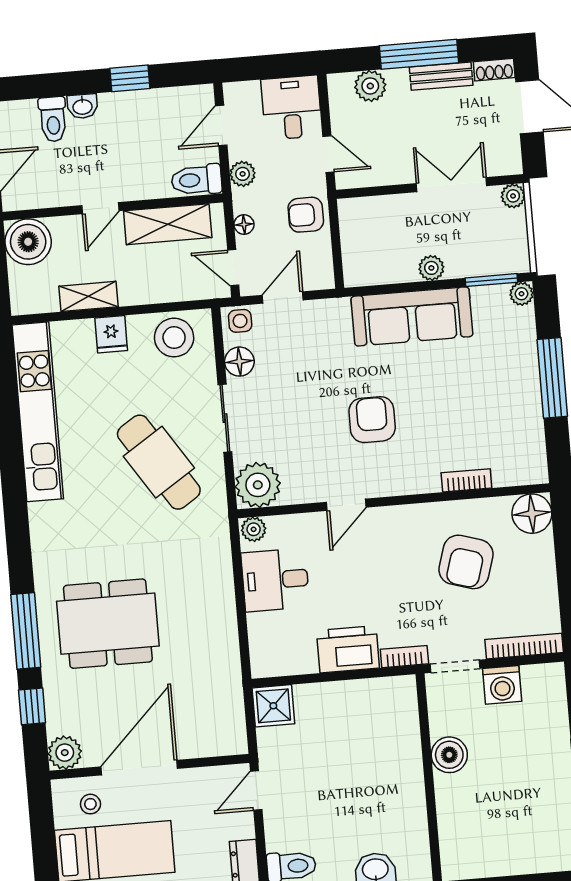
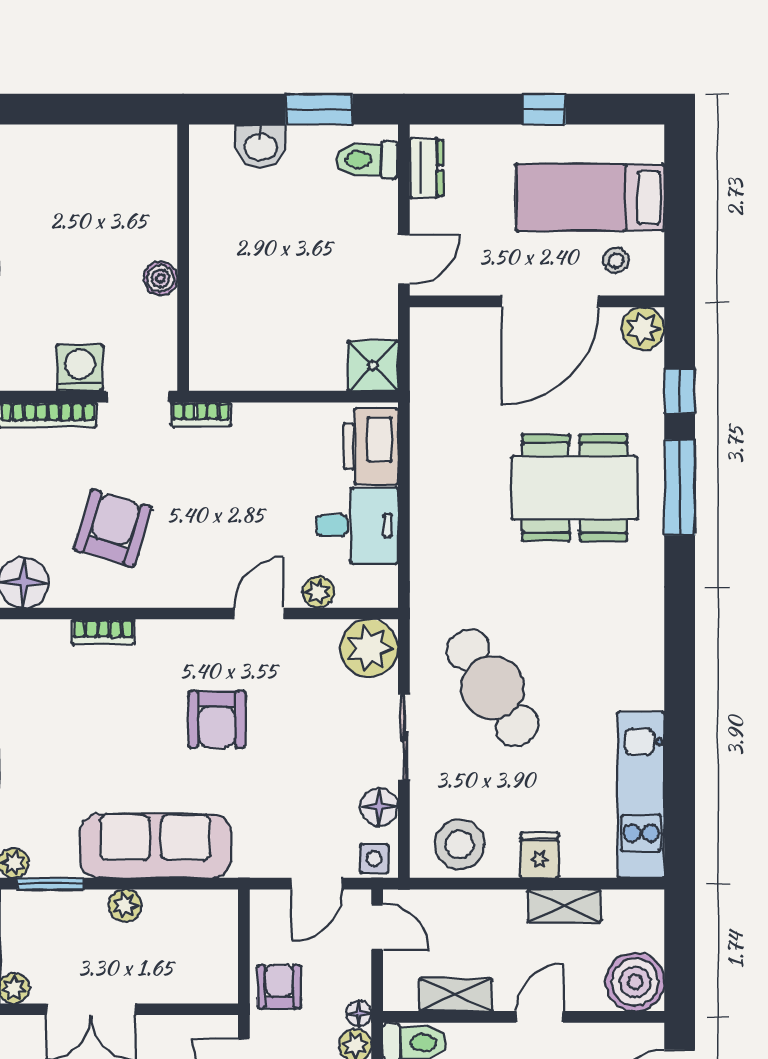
armchair: (306, 215) -> (279, 987), turned -90
shelving: (168, 224) -> (456, 995), width x0.67, depth x0.75
floor lamp: (244, 224) -> (359, 1013), moved
kitchen unit: (38, 412) -> (641, 795), width x0.73
plant: (254, 529) -> (318, 592), moved
printer: (348, 649) -> (371, 446), moved, turned 90
boiler: (449, 755) -> (161, 278), width x0.73, depth x0.73

